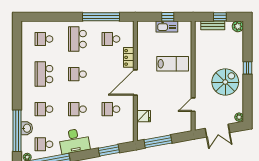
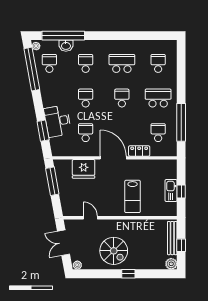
bench: (213, 25) -> (172, 238), width x1.36
fridge: (144, 116) -> (84, 169), width x1.88, depth x1.34
desk: (74, 141) -> (58, 121), moved

